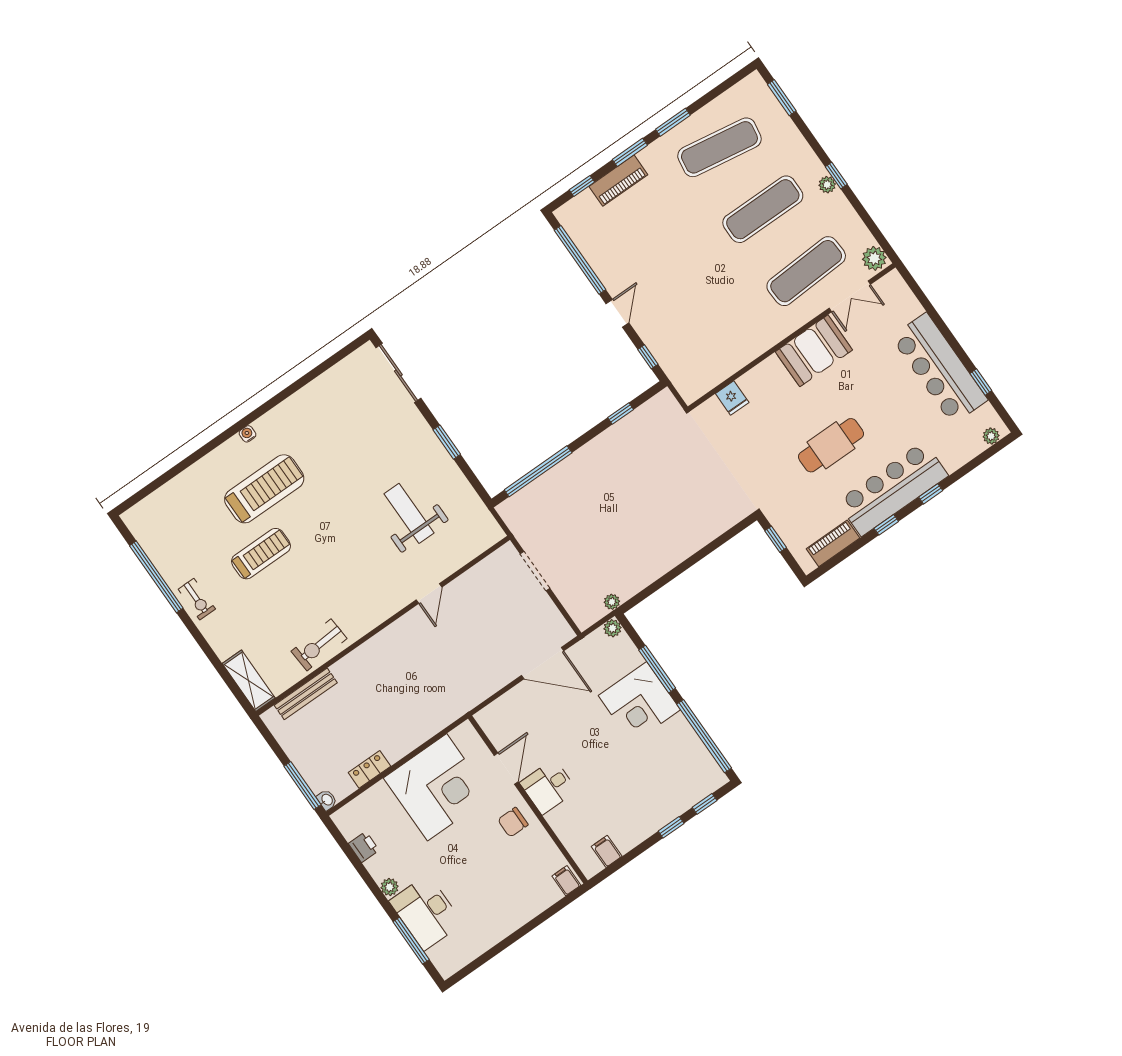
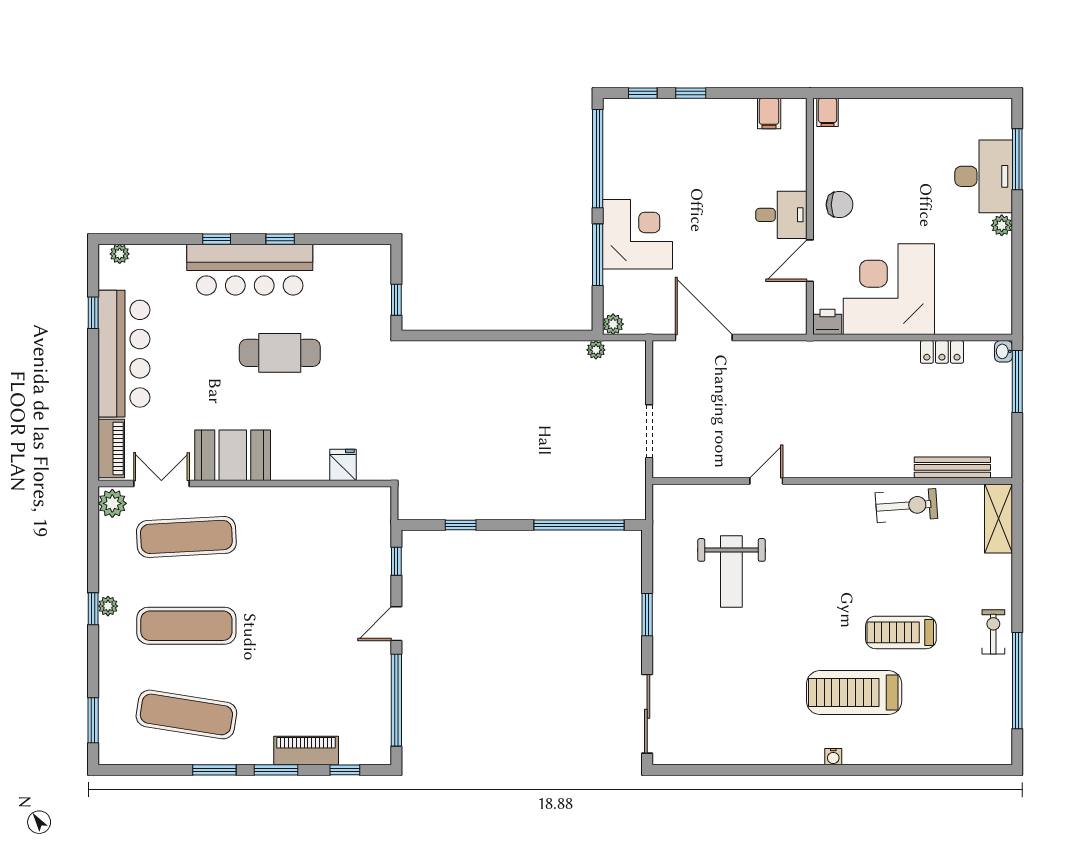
piano: (833, 543) -> (111, 449), moved, turned -90
printer: (364, 847) -> (828, 322), moved, turned 90

